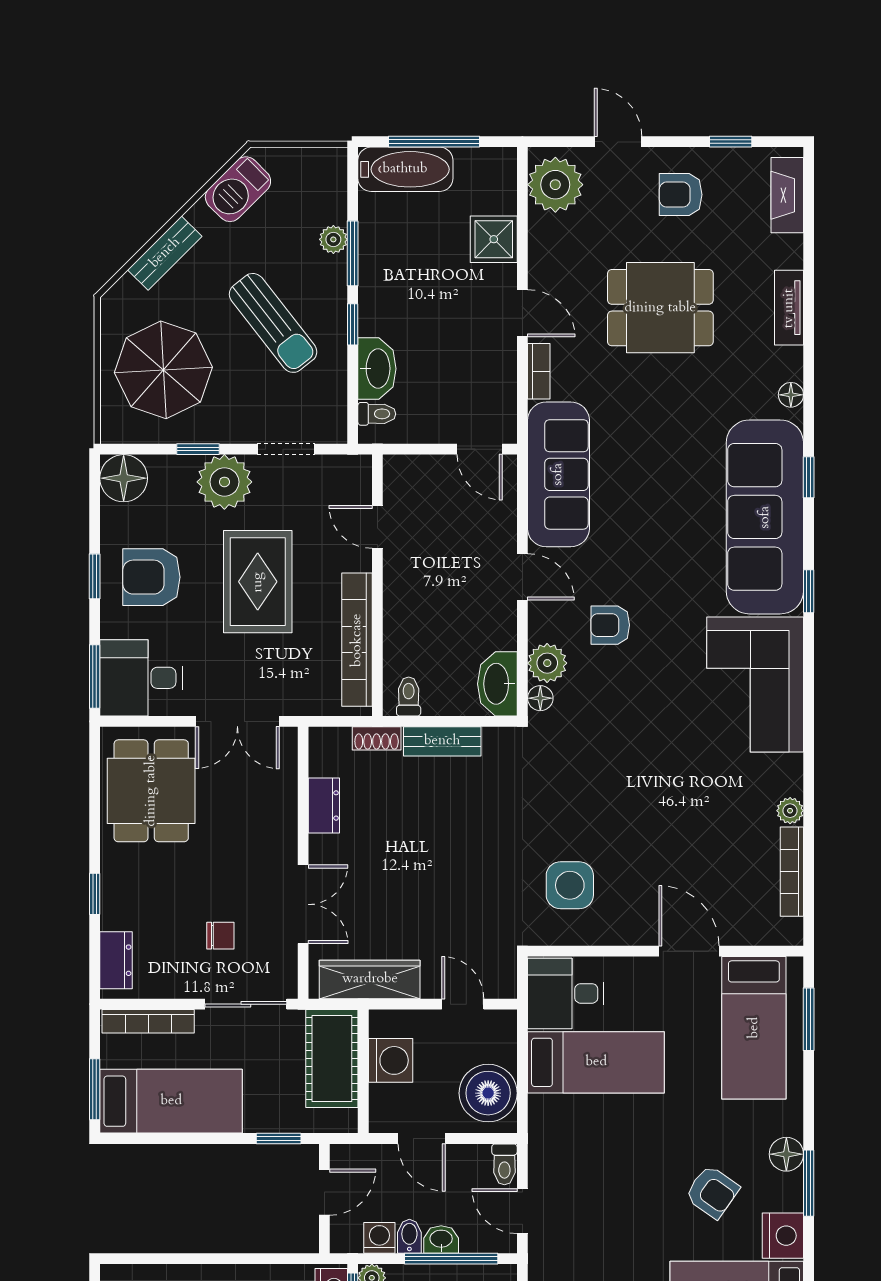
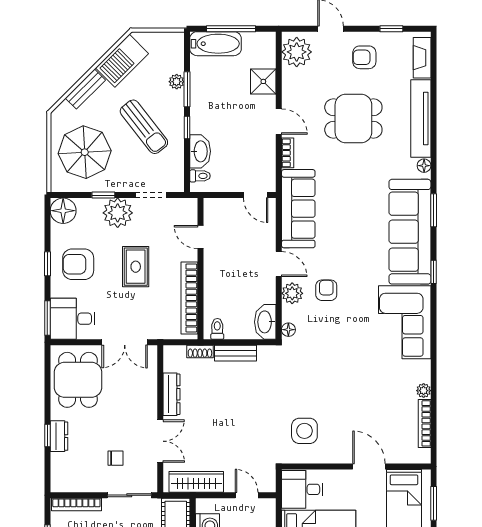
barbecue: (238, 189) -> (122, 61), width x1.37, depth x1.21
tv unit: (789, 308) -> (421, 118), width x1.92, depth x1.29
window: (809, 477) -> (434, 210), width x1.50
rug: (258, 582) -> (136, 267), width x0.73, depth x0.70
armchair: (610, 625) -> (326, 290), turned 90
plant: (547, 663) -> (292, 293), moved
dresser: (324, 805) -> (171, 394), width x1.44
dresser: (116, 960) -> (59, 436), moved

